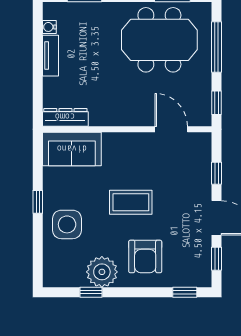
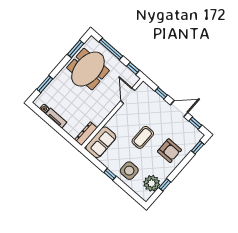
door: (171, 129) -> (128, 96), hinge flipped
plant: (102, 272) -> (152, 183), moved

